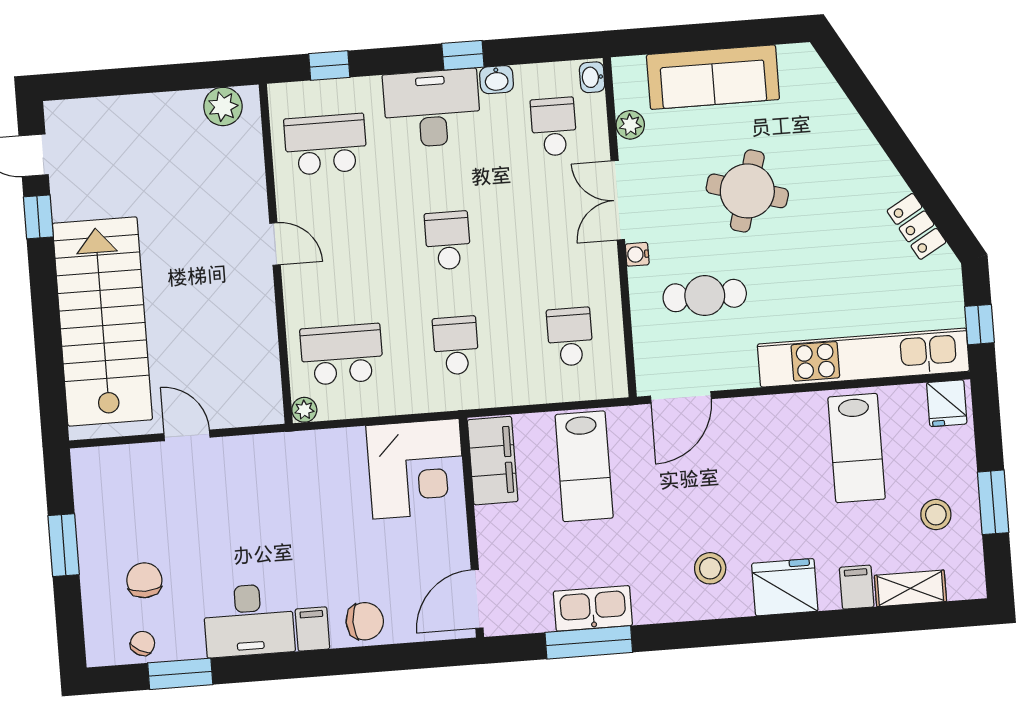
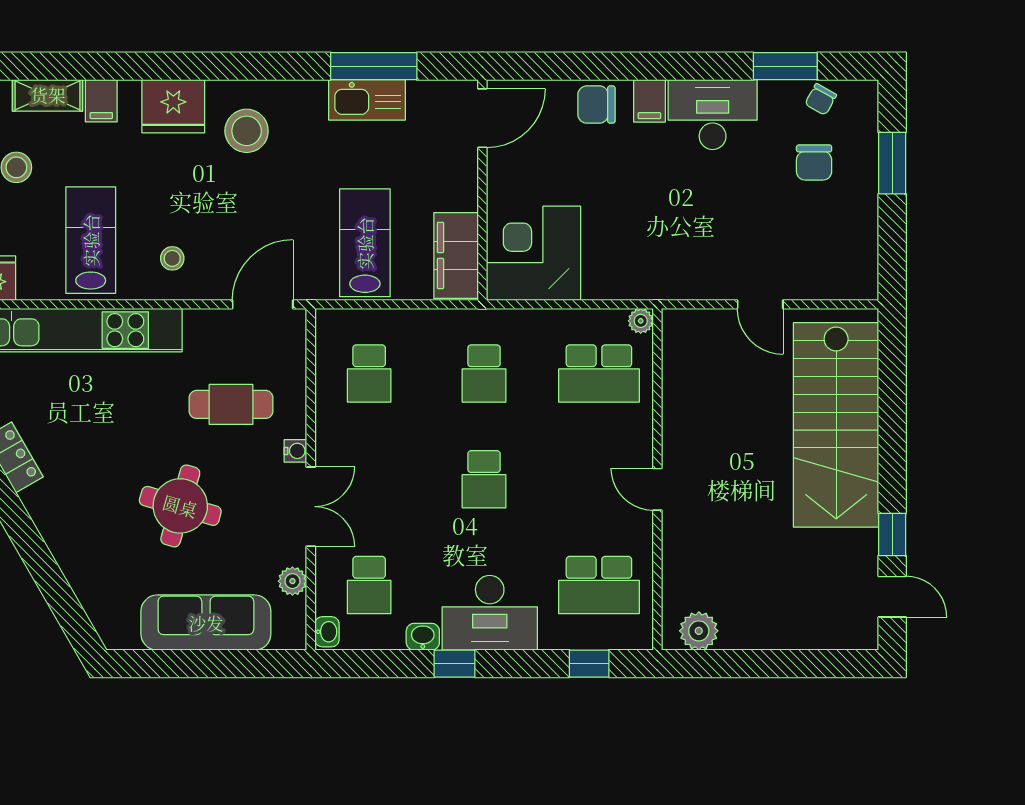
stool: (774, 436) -> (172, 258), added
window: (64, 545) -> (892, 163), moved
stool: (710, 568) -> (247, 131), width x1.38, depth x1.38

